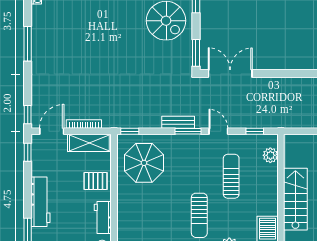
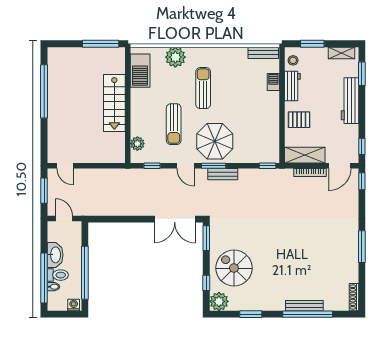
parasol: (144, 163) -> (215, 141), moved
barbecue: (123, 222) -> (273, 82), added

